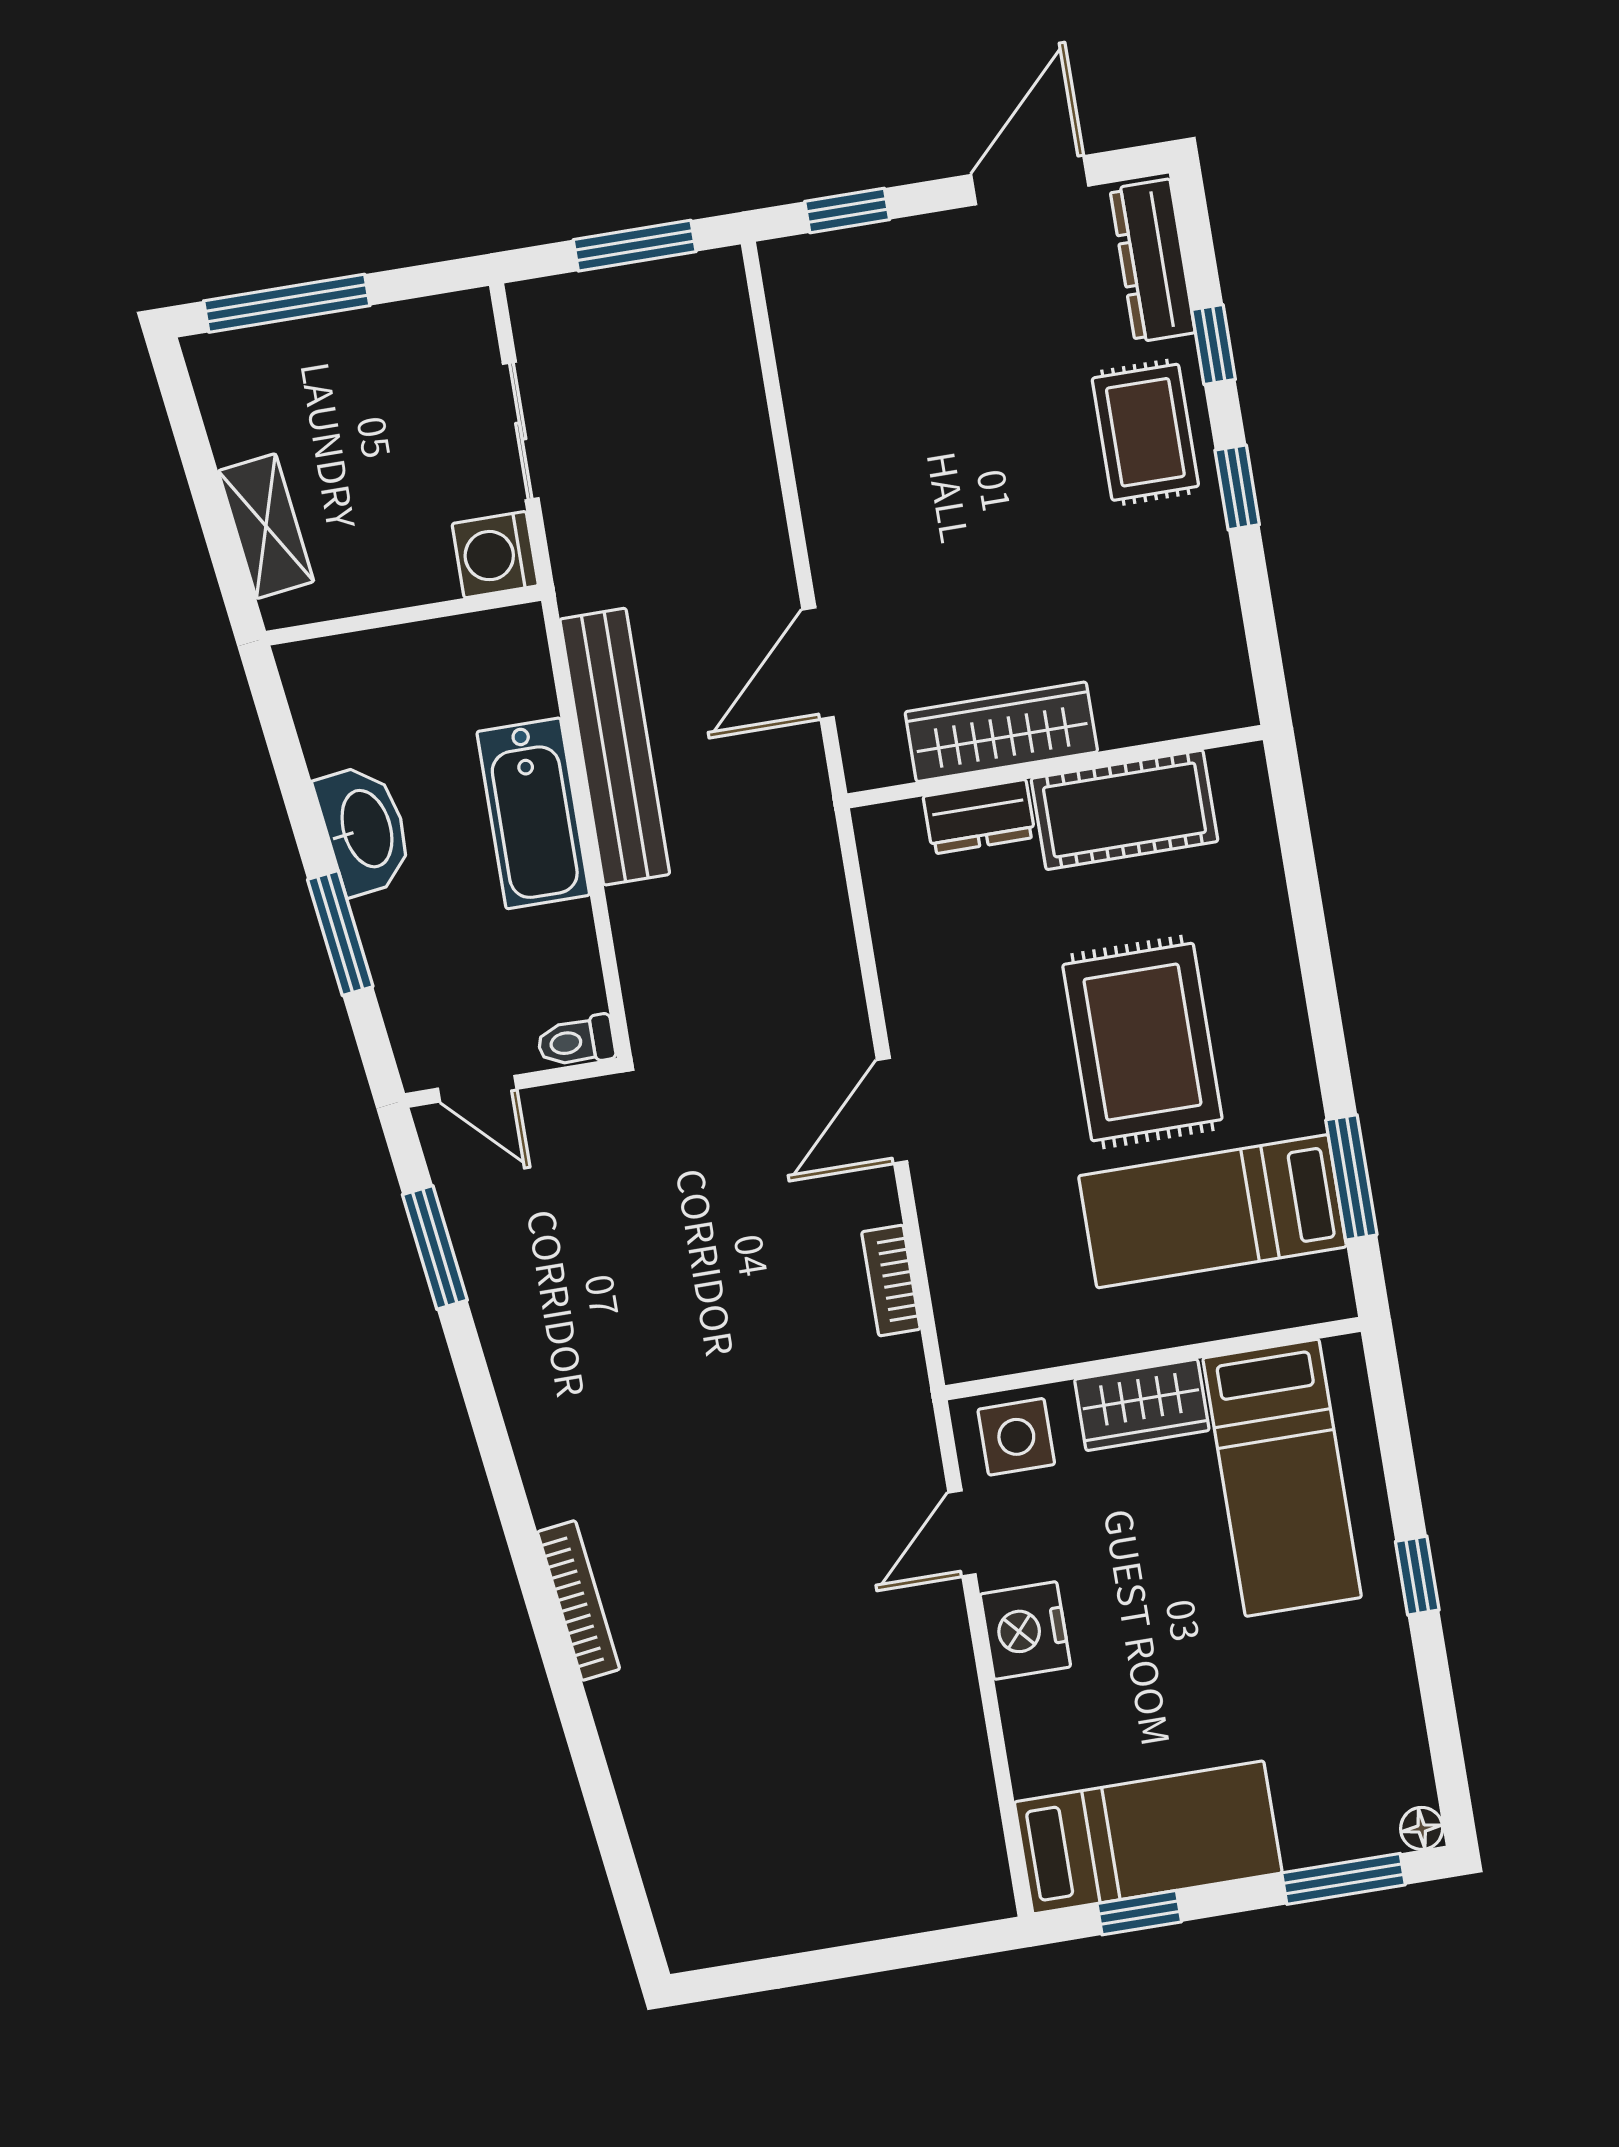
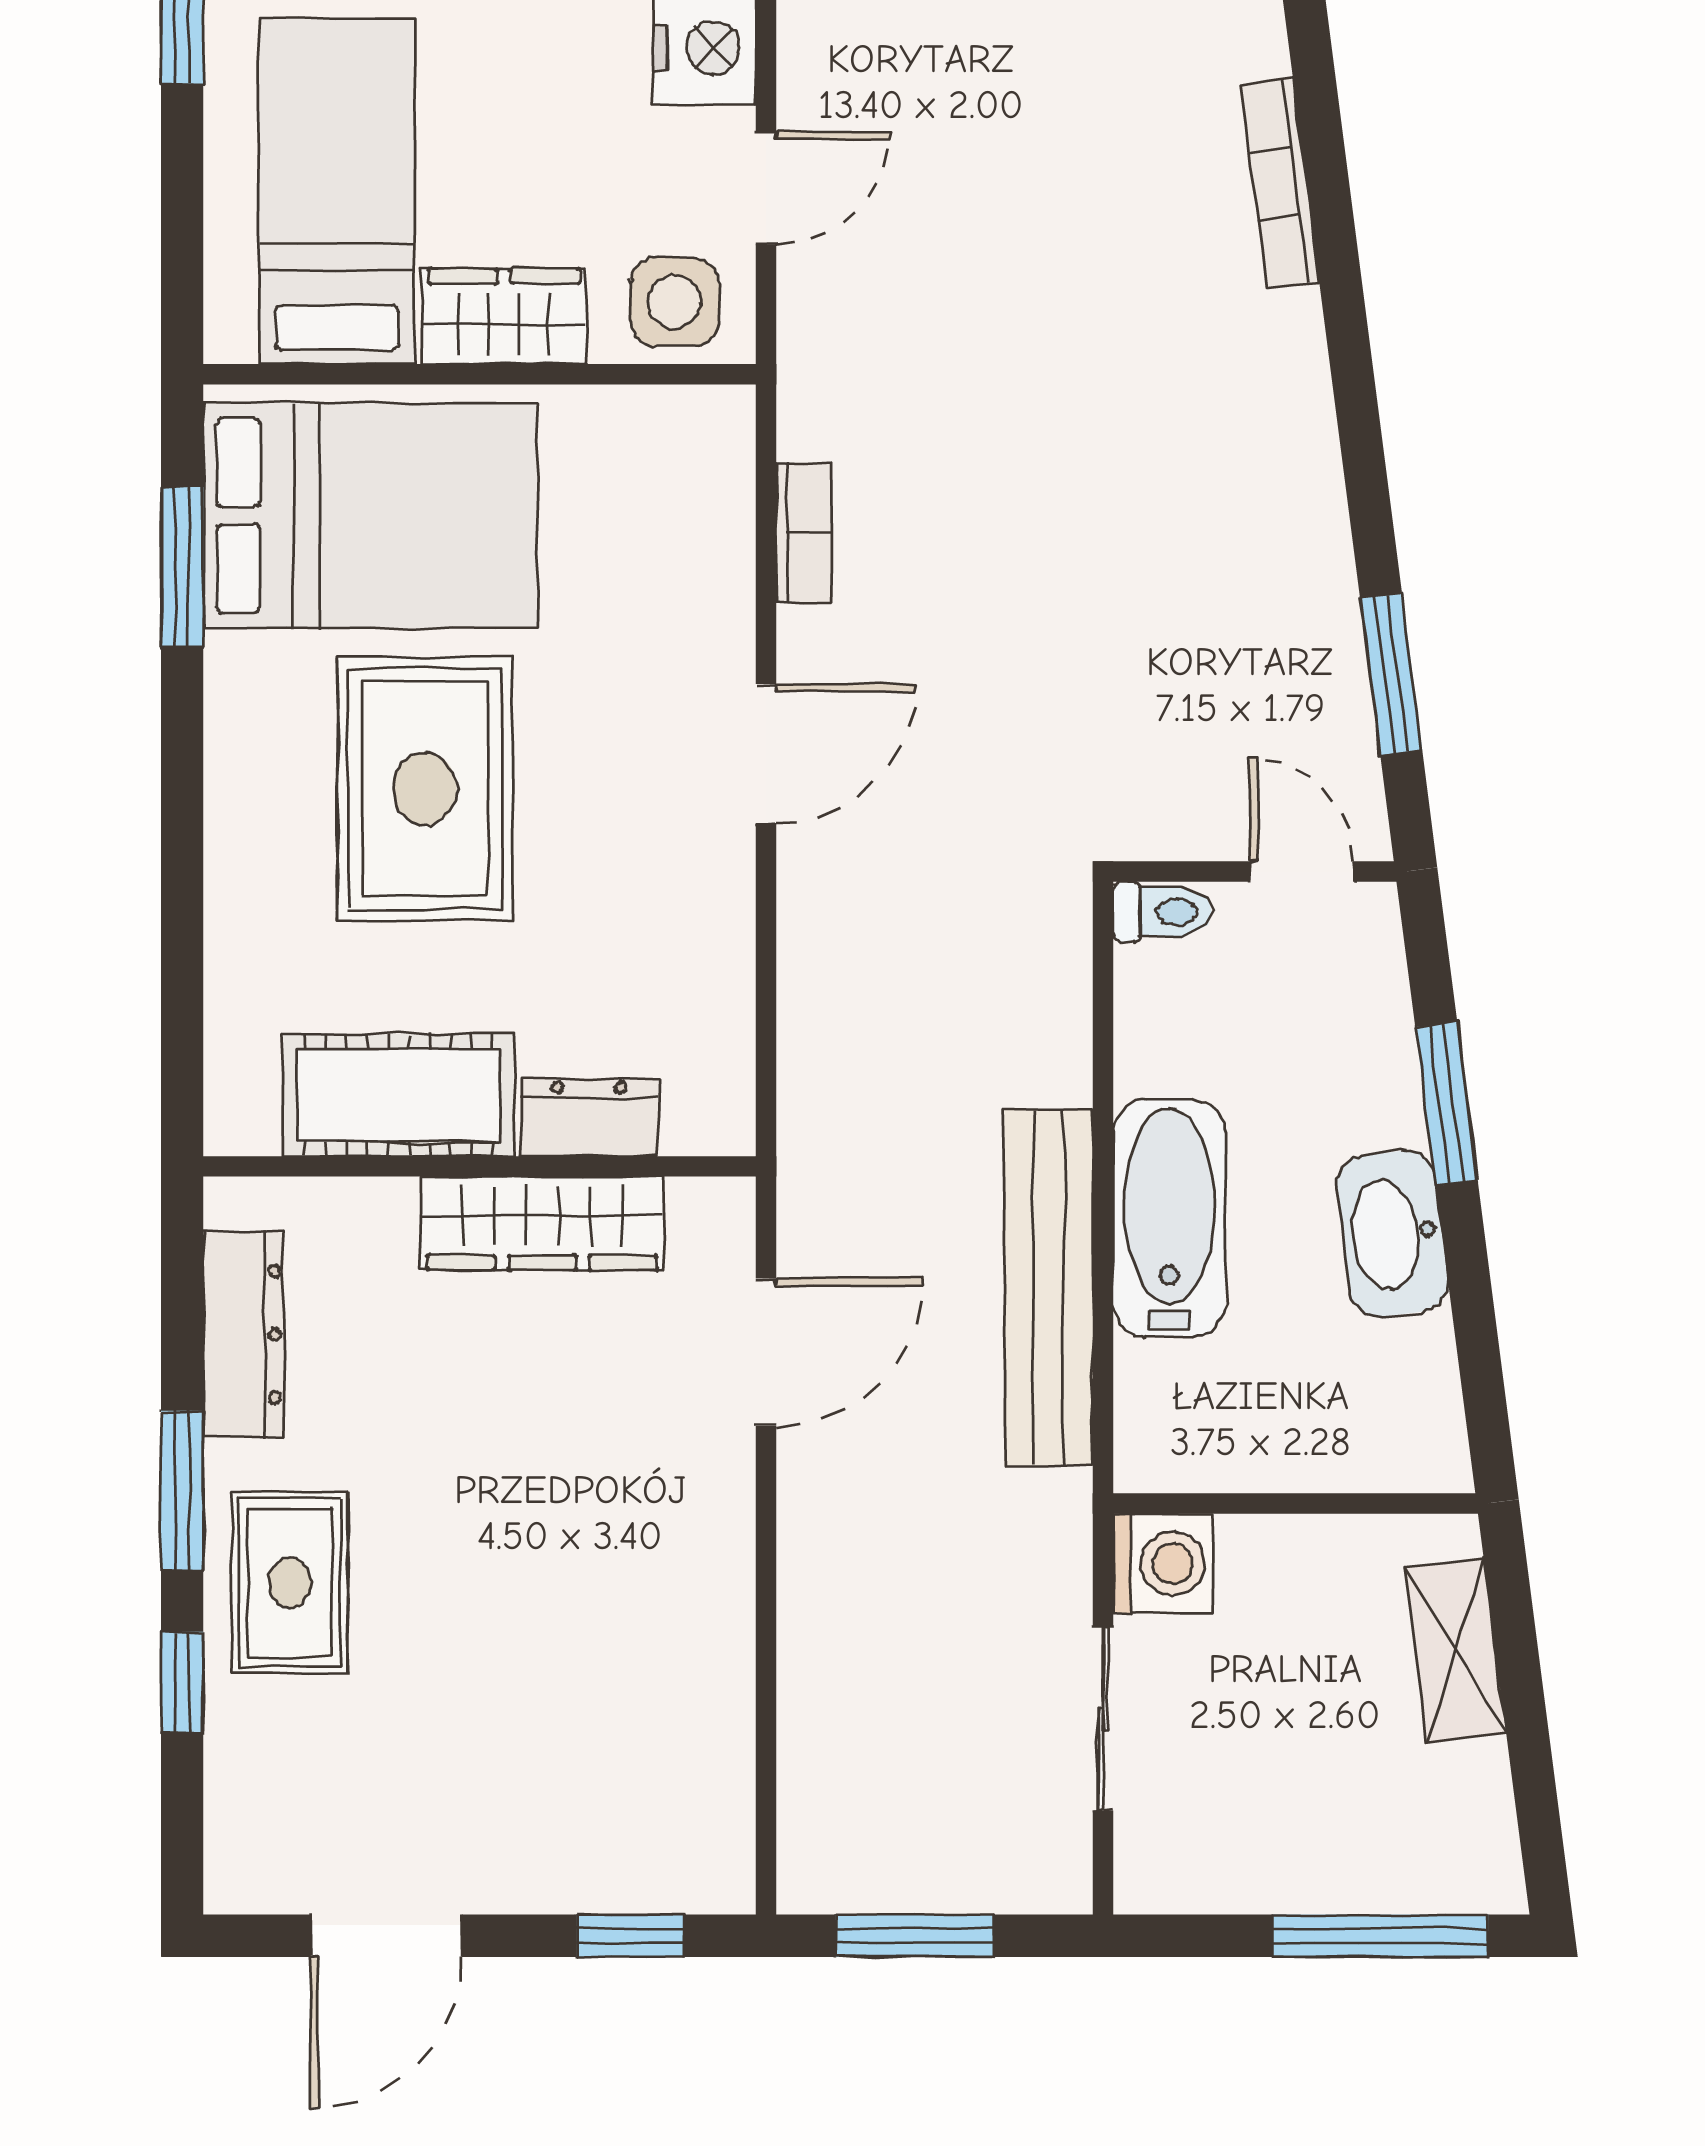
dresser: (1153, 261) -> (243, 1334), moved
window: (1237, 487) -> (182, 1491), width x1.50
bed: (1213, 1211) -> (370, 516), width x1.50

